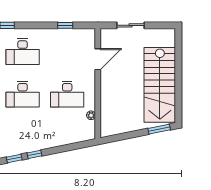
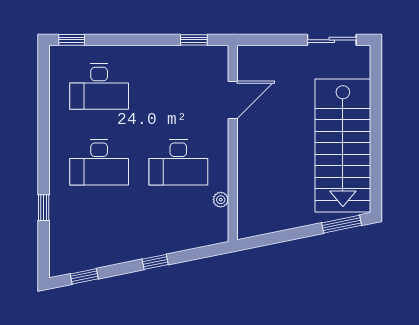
window: (65, 25) -> (194, 40), moved
sliding door: (130, 25) -> (332, 40), moved
window: (35, 154) -> (155, 262), moved

